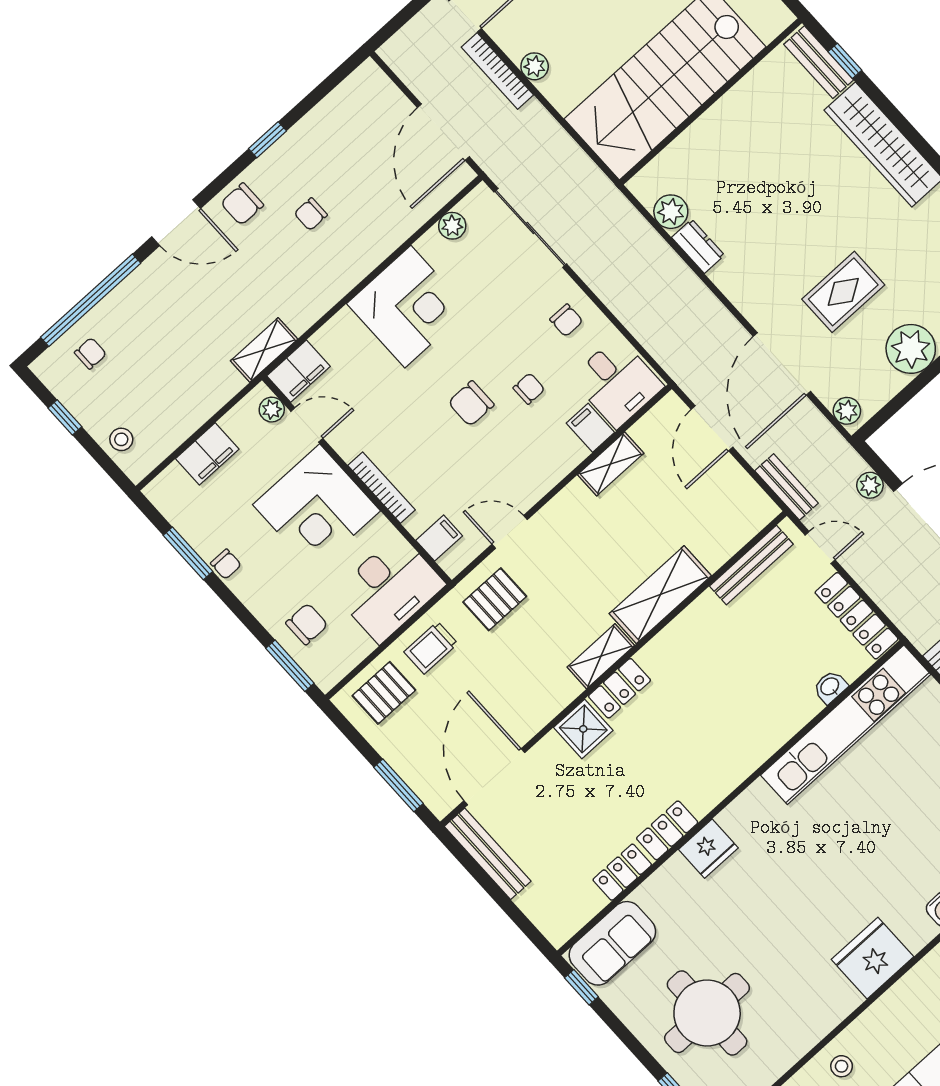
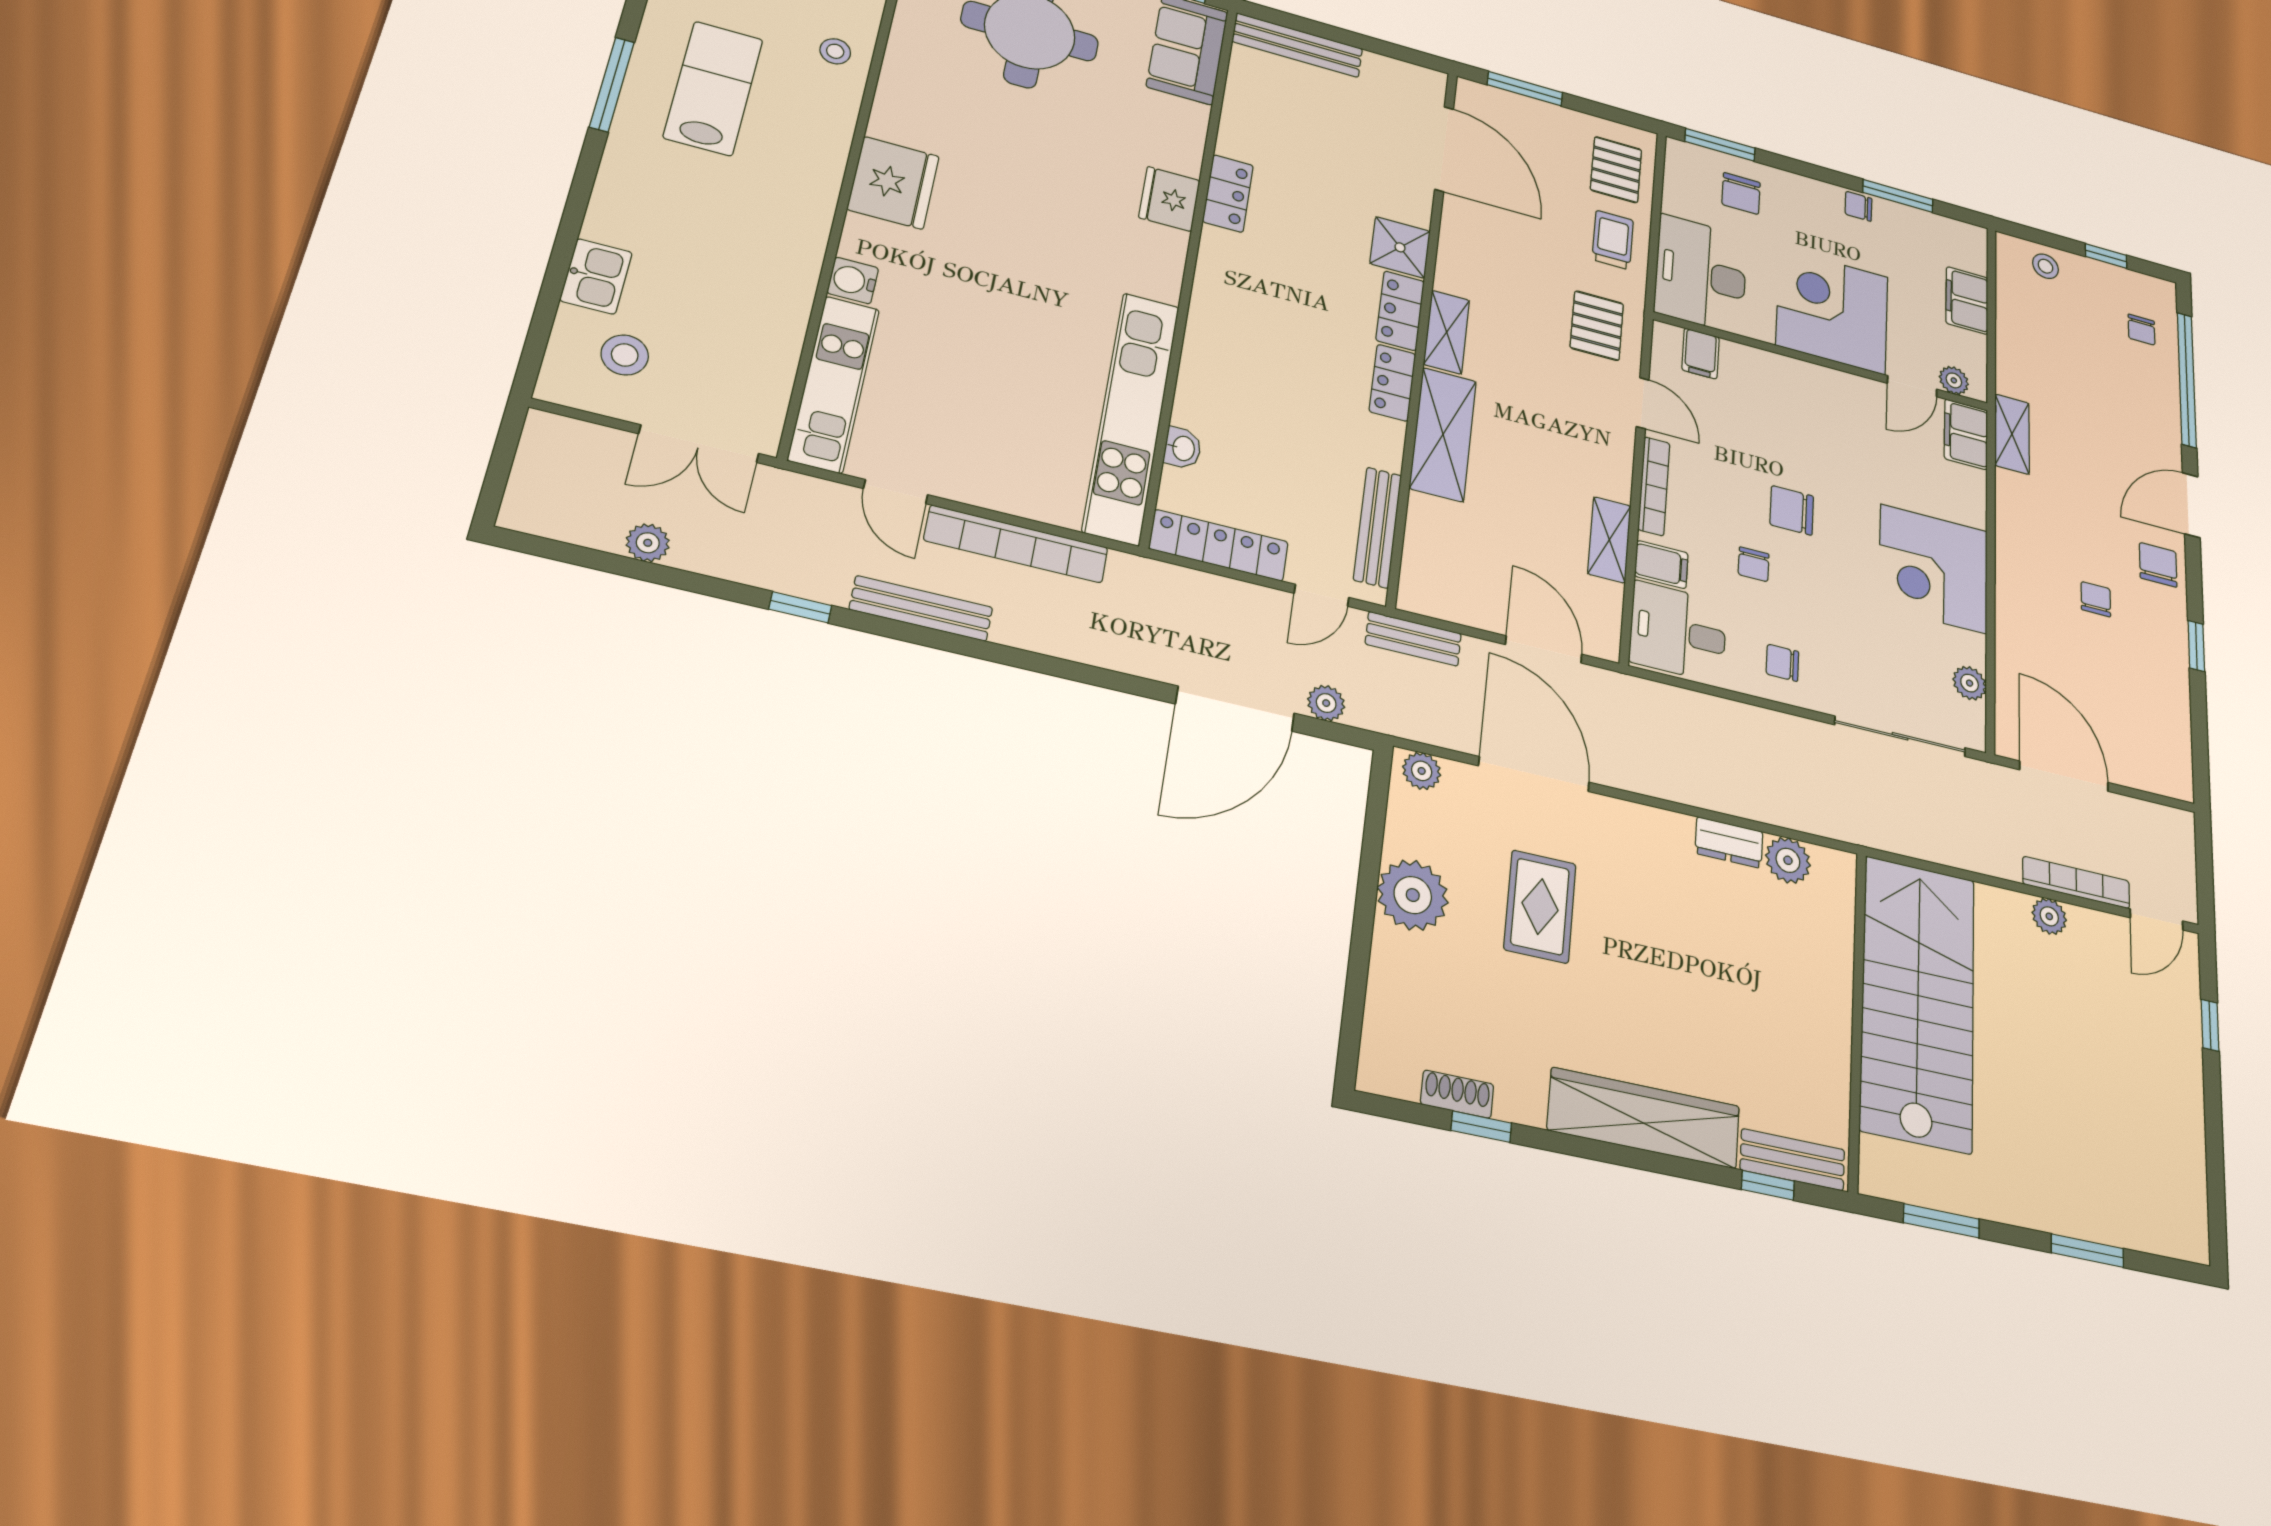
chair: (471, 404) -> (1792, 510), turned -90
bookcase: (381, 488) -> (1654, 486), moved, turned -90
door: (510, 532) -> (1643, 403), hinge flipped
bench: (488, 854) -> (1298, 45), moved
locker: (622, 872) -> (1393, 383), moved, turned 180

